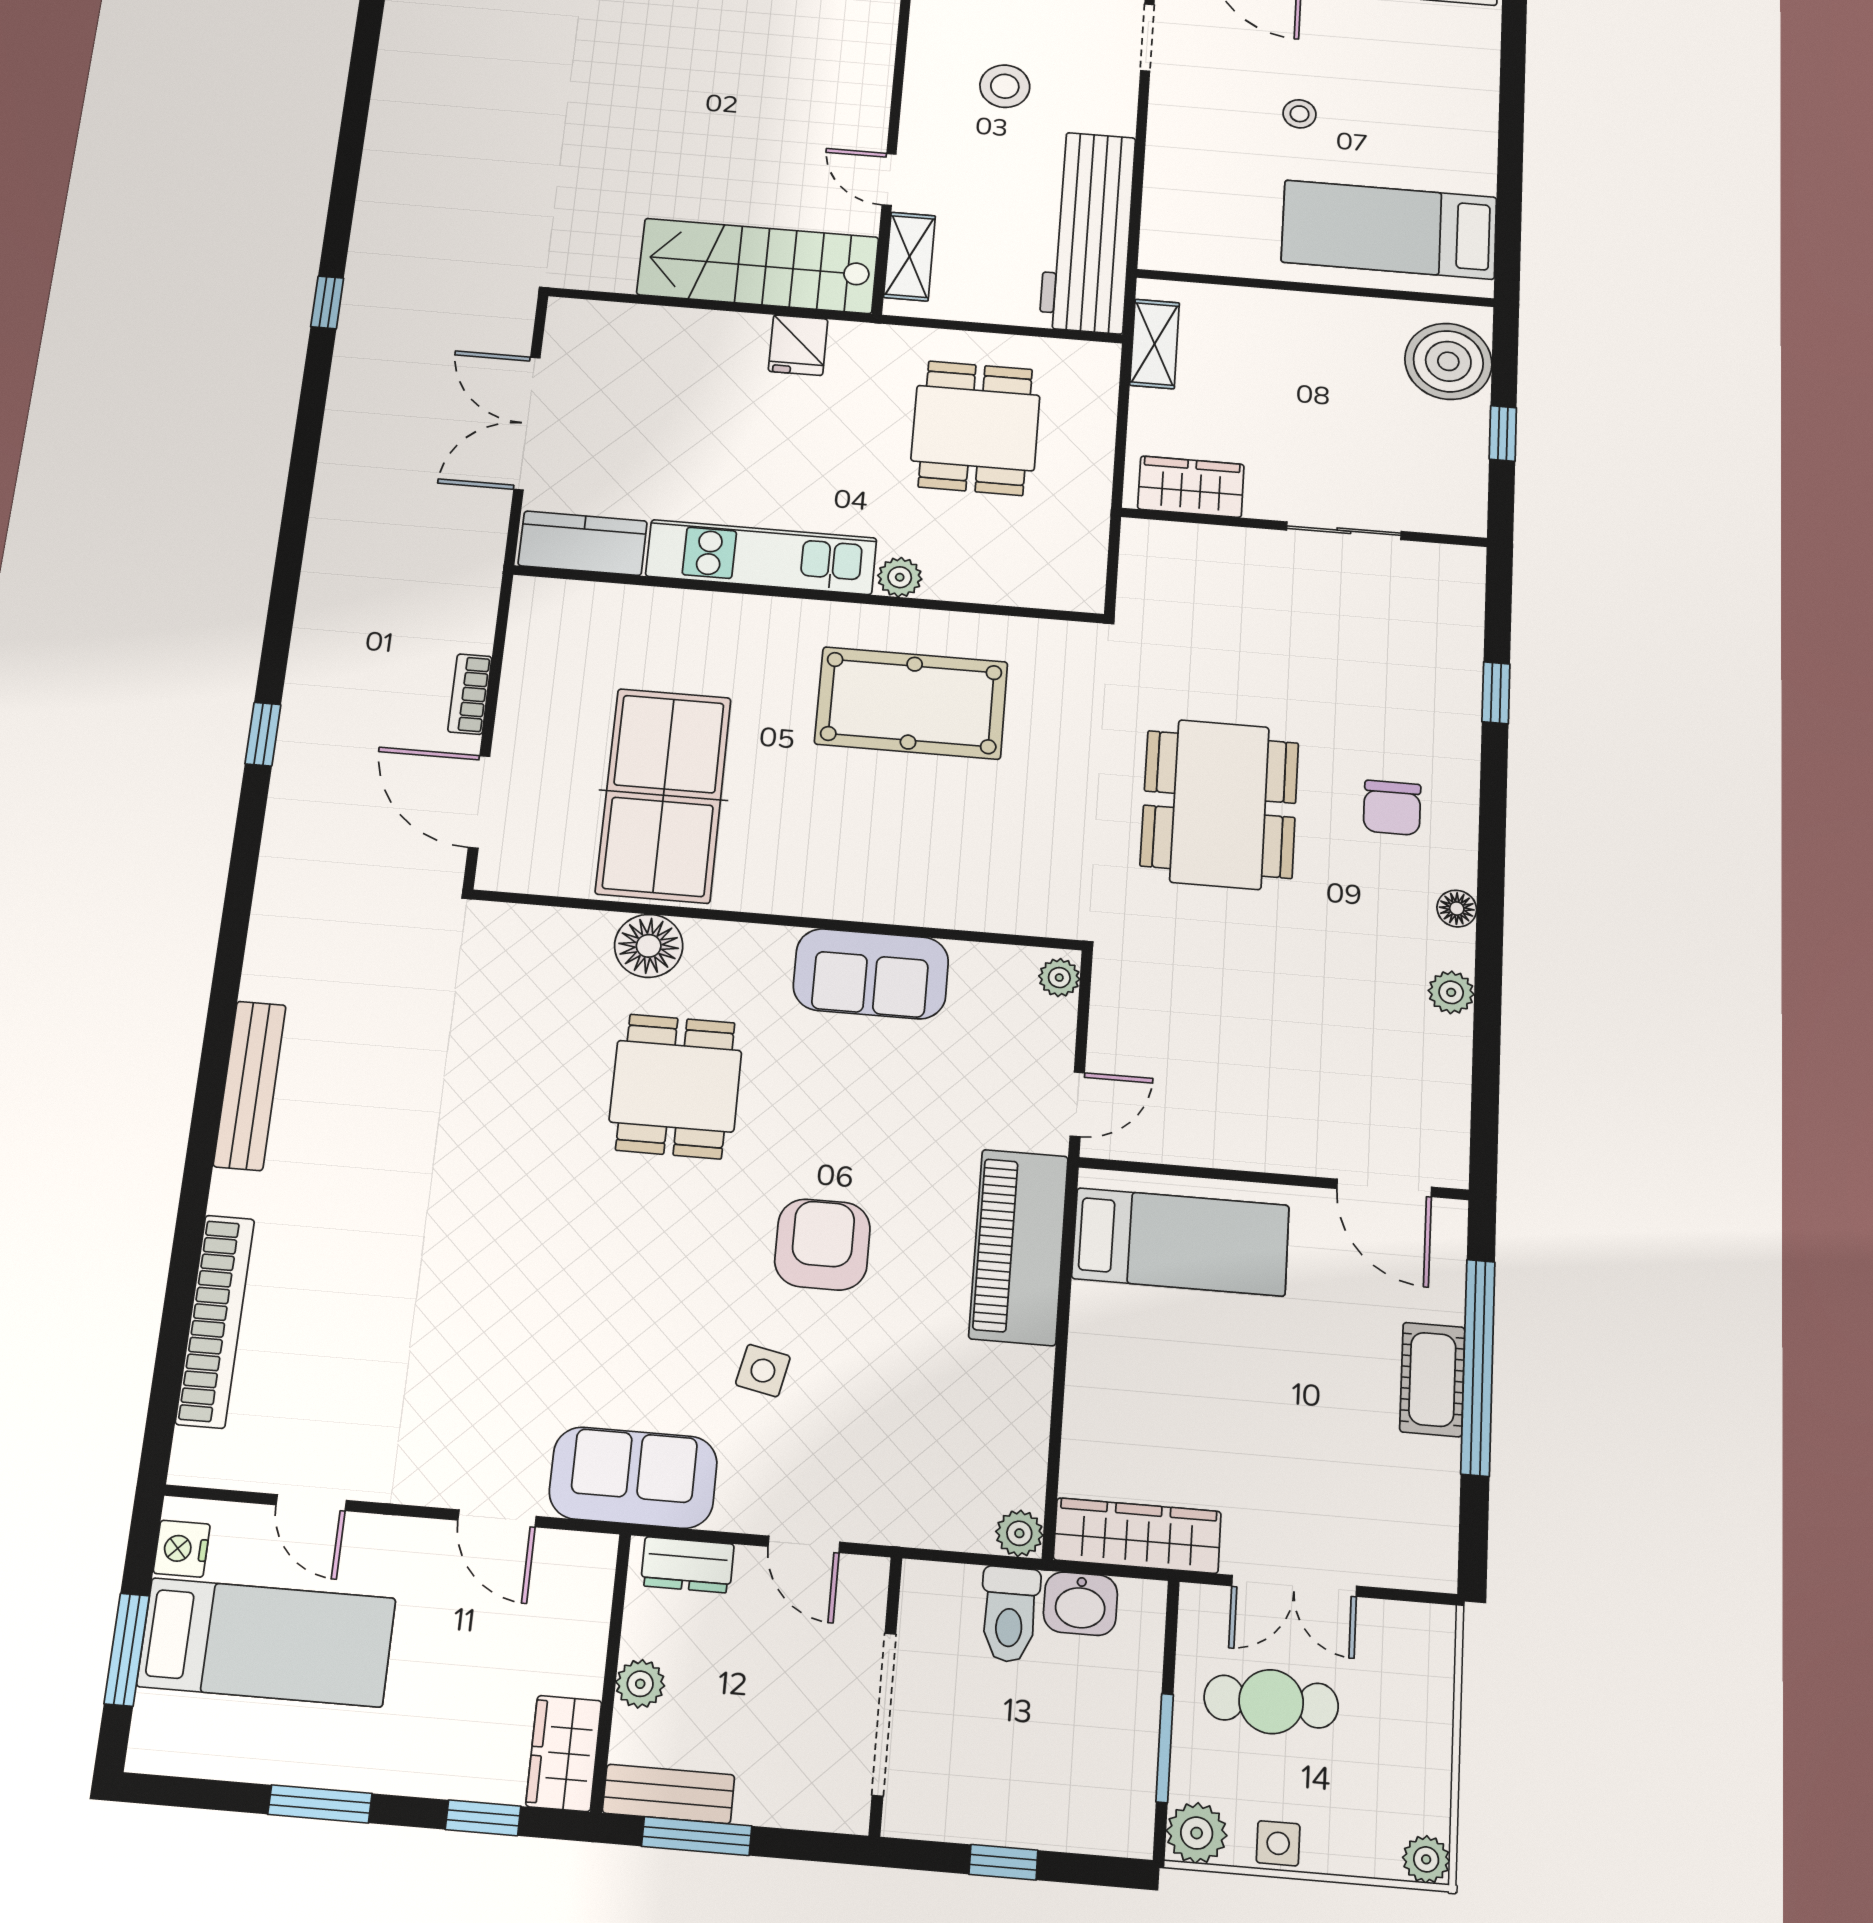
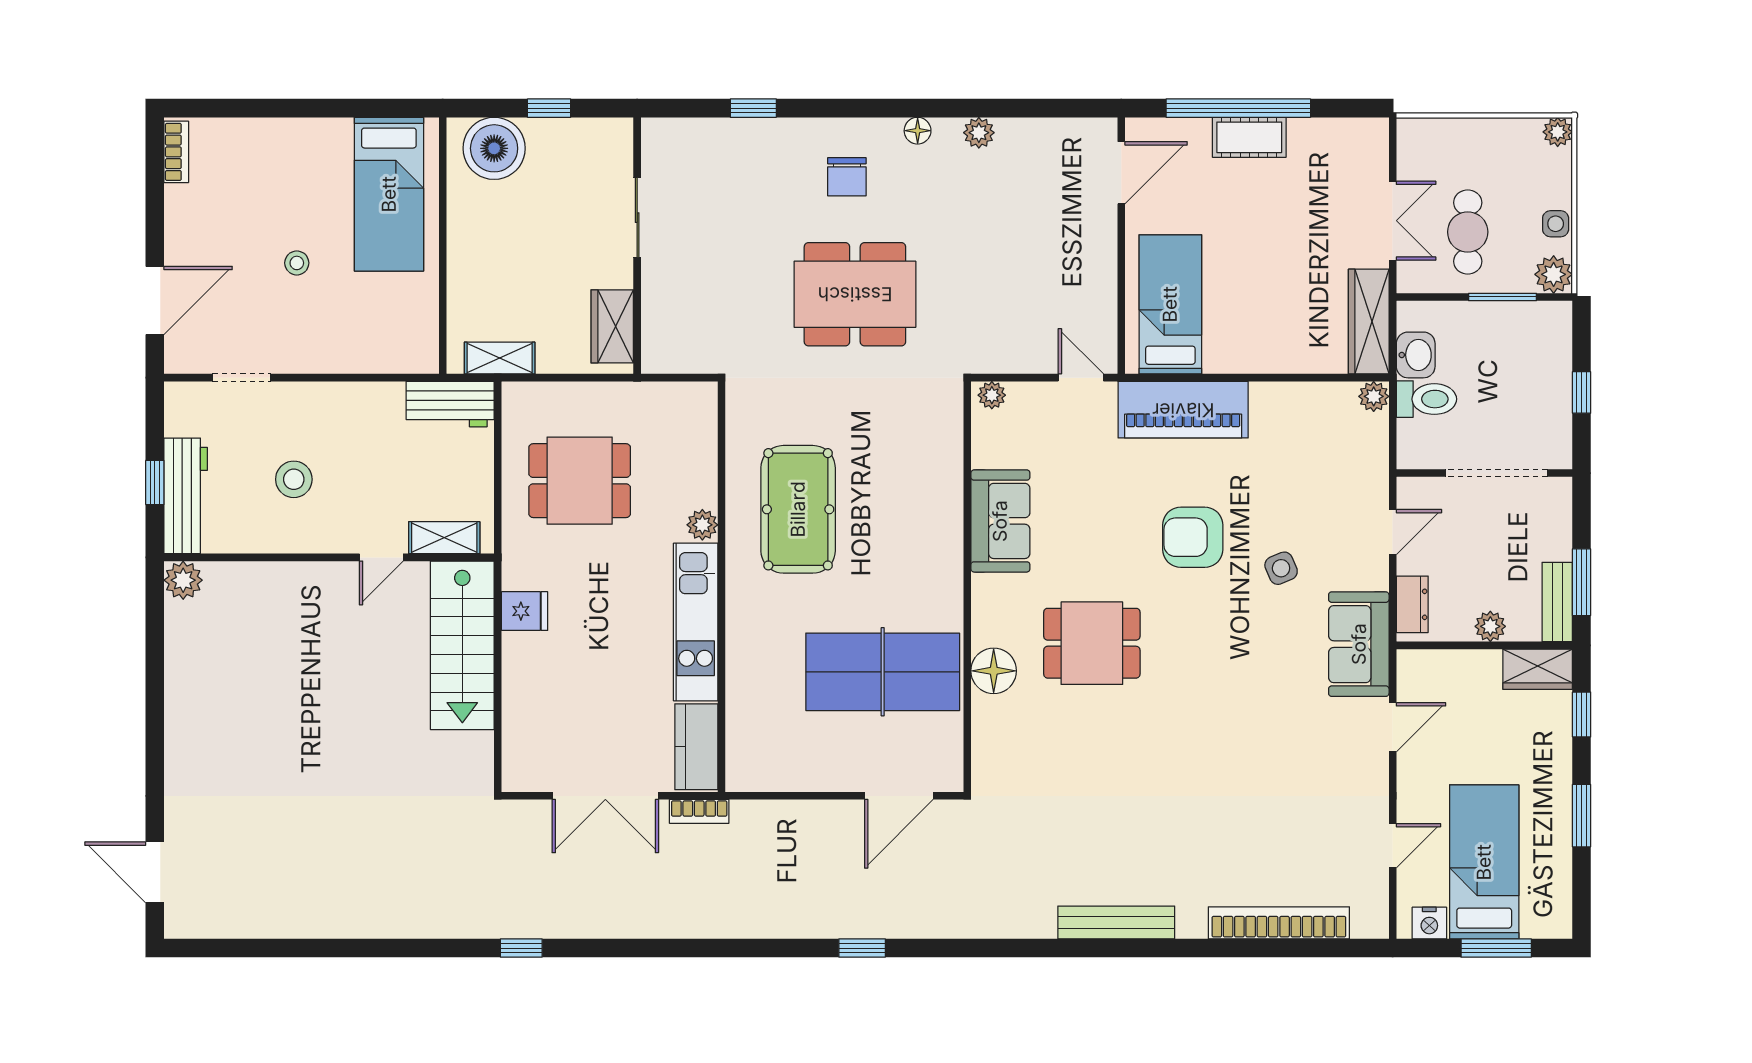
workbench: (1088, 232) -> (450, 404), width x0.53, depth x0.76
bookcase: (470, 694) -> (699, 811), moved
chair: (1392, 808) -> (847, 177), turned 90
side table: (763, 1371) -> (1281, 568), turned -35

